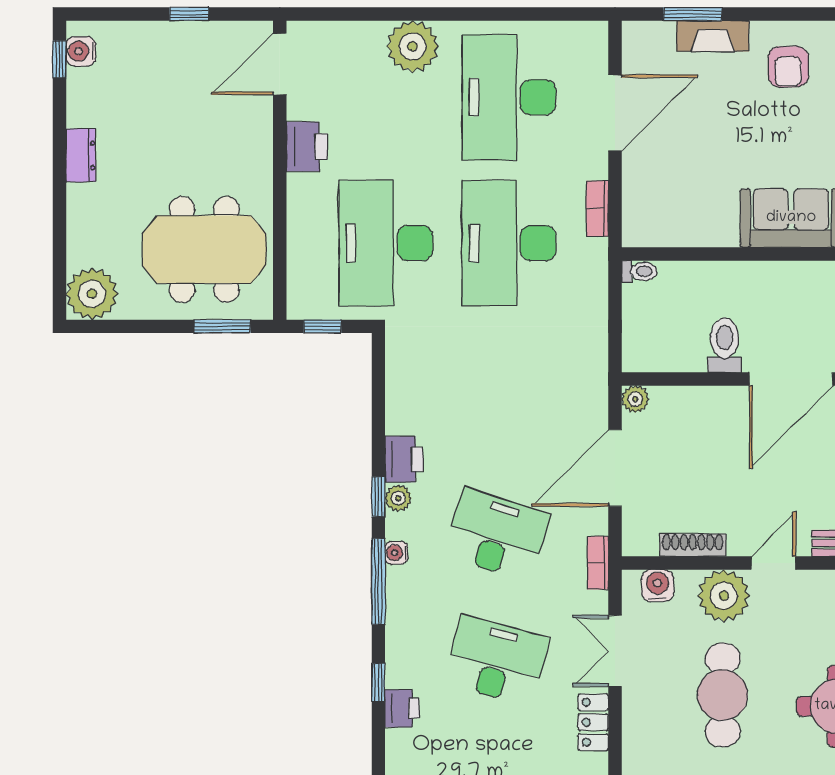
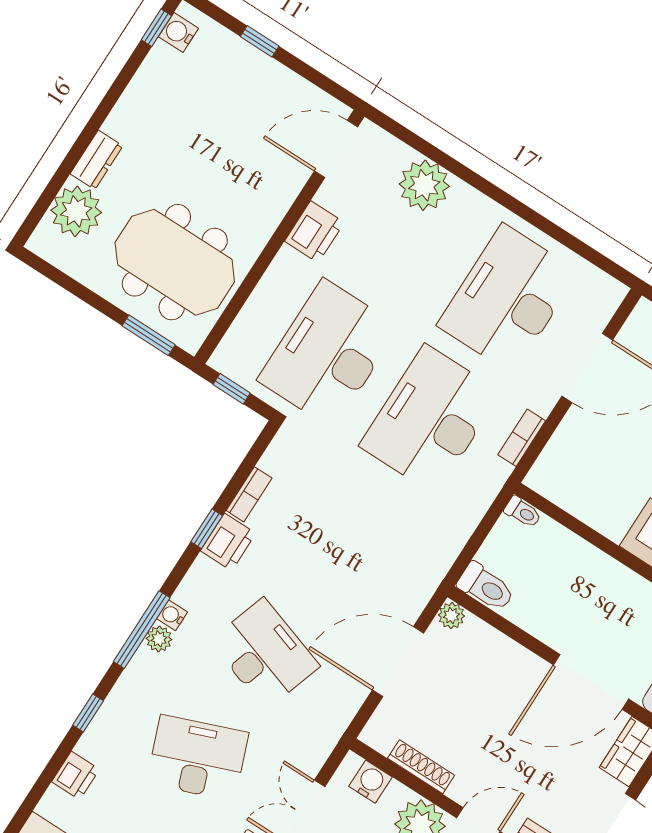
window: (189, 14) -> (260, 41), moved
plant: (413, 46) -> (424, 185), moved
dresser: (81, 155) -> (96, 160), moved
plant: (92, 294) -> (76, 211), moved
toilet: (725, 345) -> (486, 587), moved, turned 90
window: (378, 497) -> (207, 529), moved
plant: (398, 498) -> (159, 639), moved
bookcase: (598, 563) -> (249, 494), moved, turned 180
desk: (497, 661) -> (198, 758), turned -36
printer: (402, 708) -> (75, 775), moved

